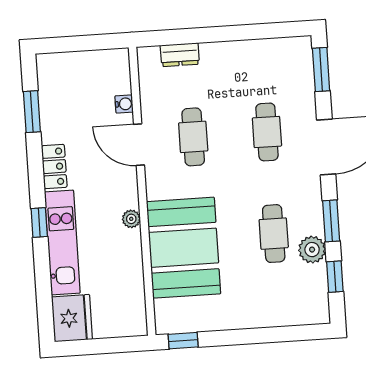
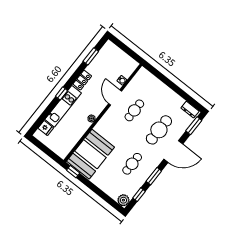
dresser: (180, 55) -> (190, 110), moved
cafe table: (267, 132) -> (159, 130), width x1.37, depth x1.35
booth: (184, 248) -> (90, 154), moved
plant: (312, 250) -> (123, 200), moved
fridge: (72, 318) -> (46, 128), width x0.53, depth x0.75

